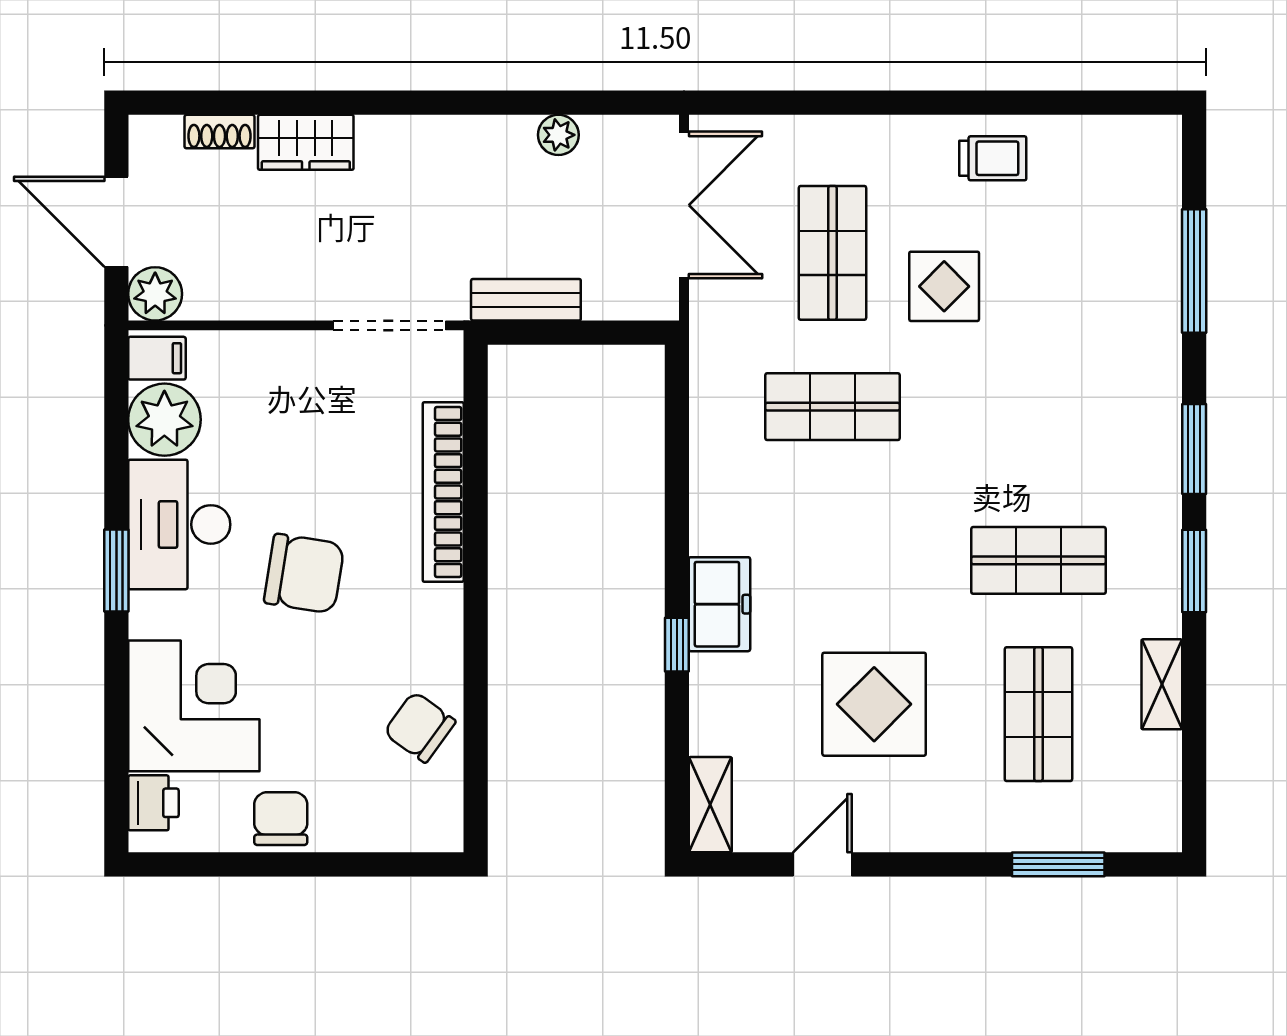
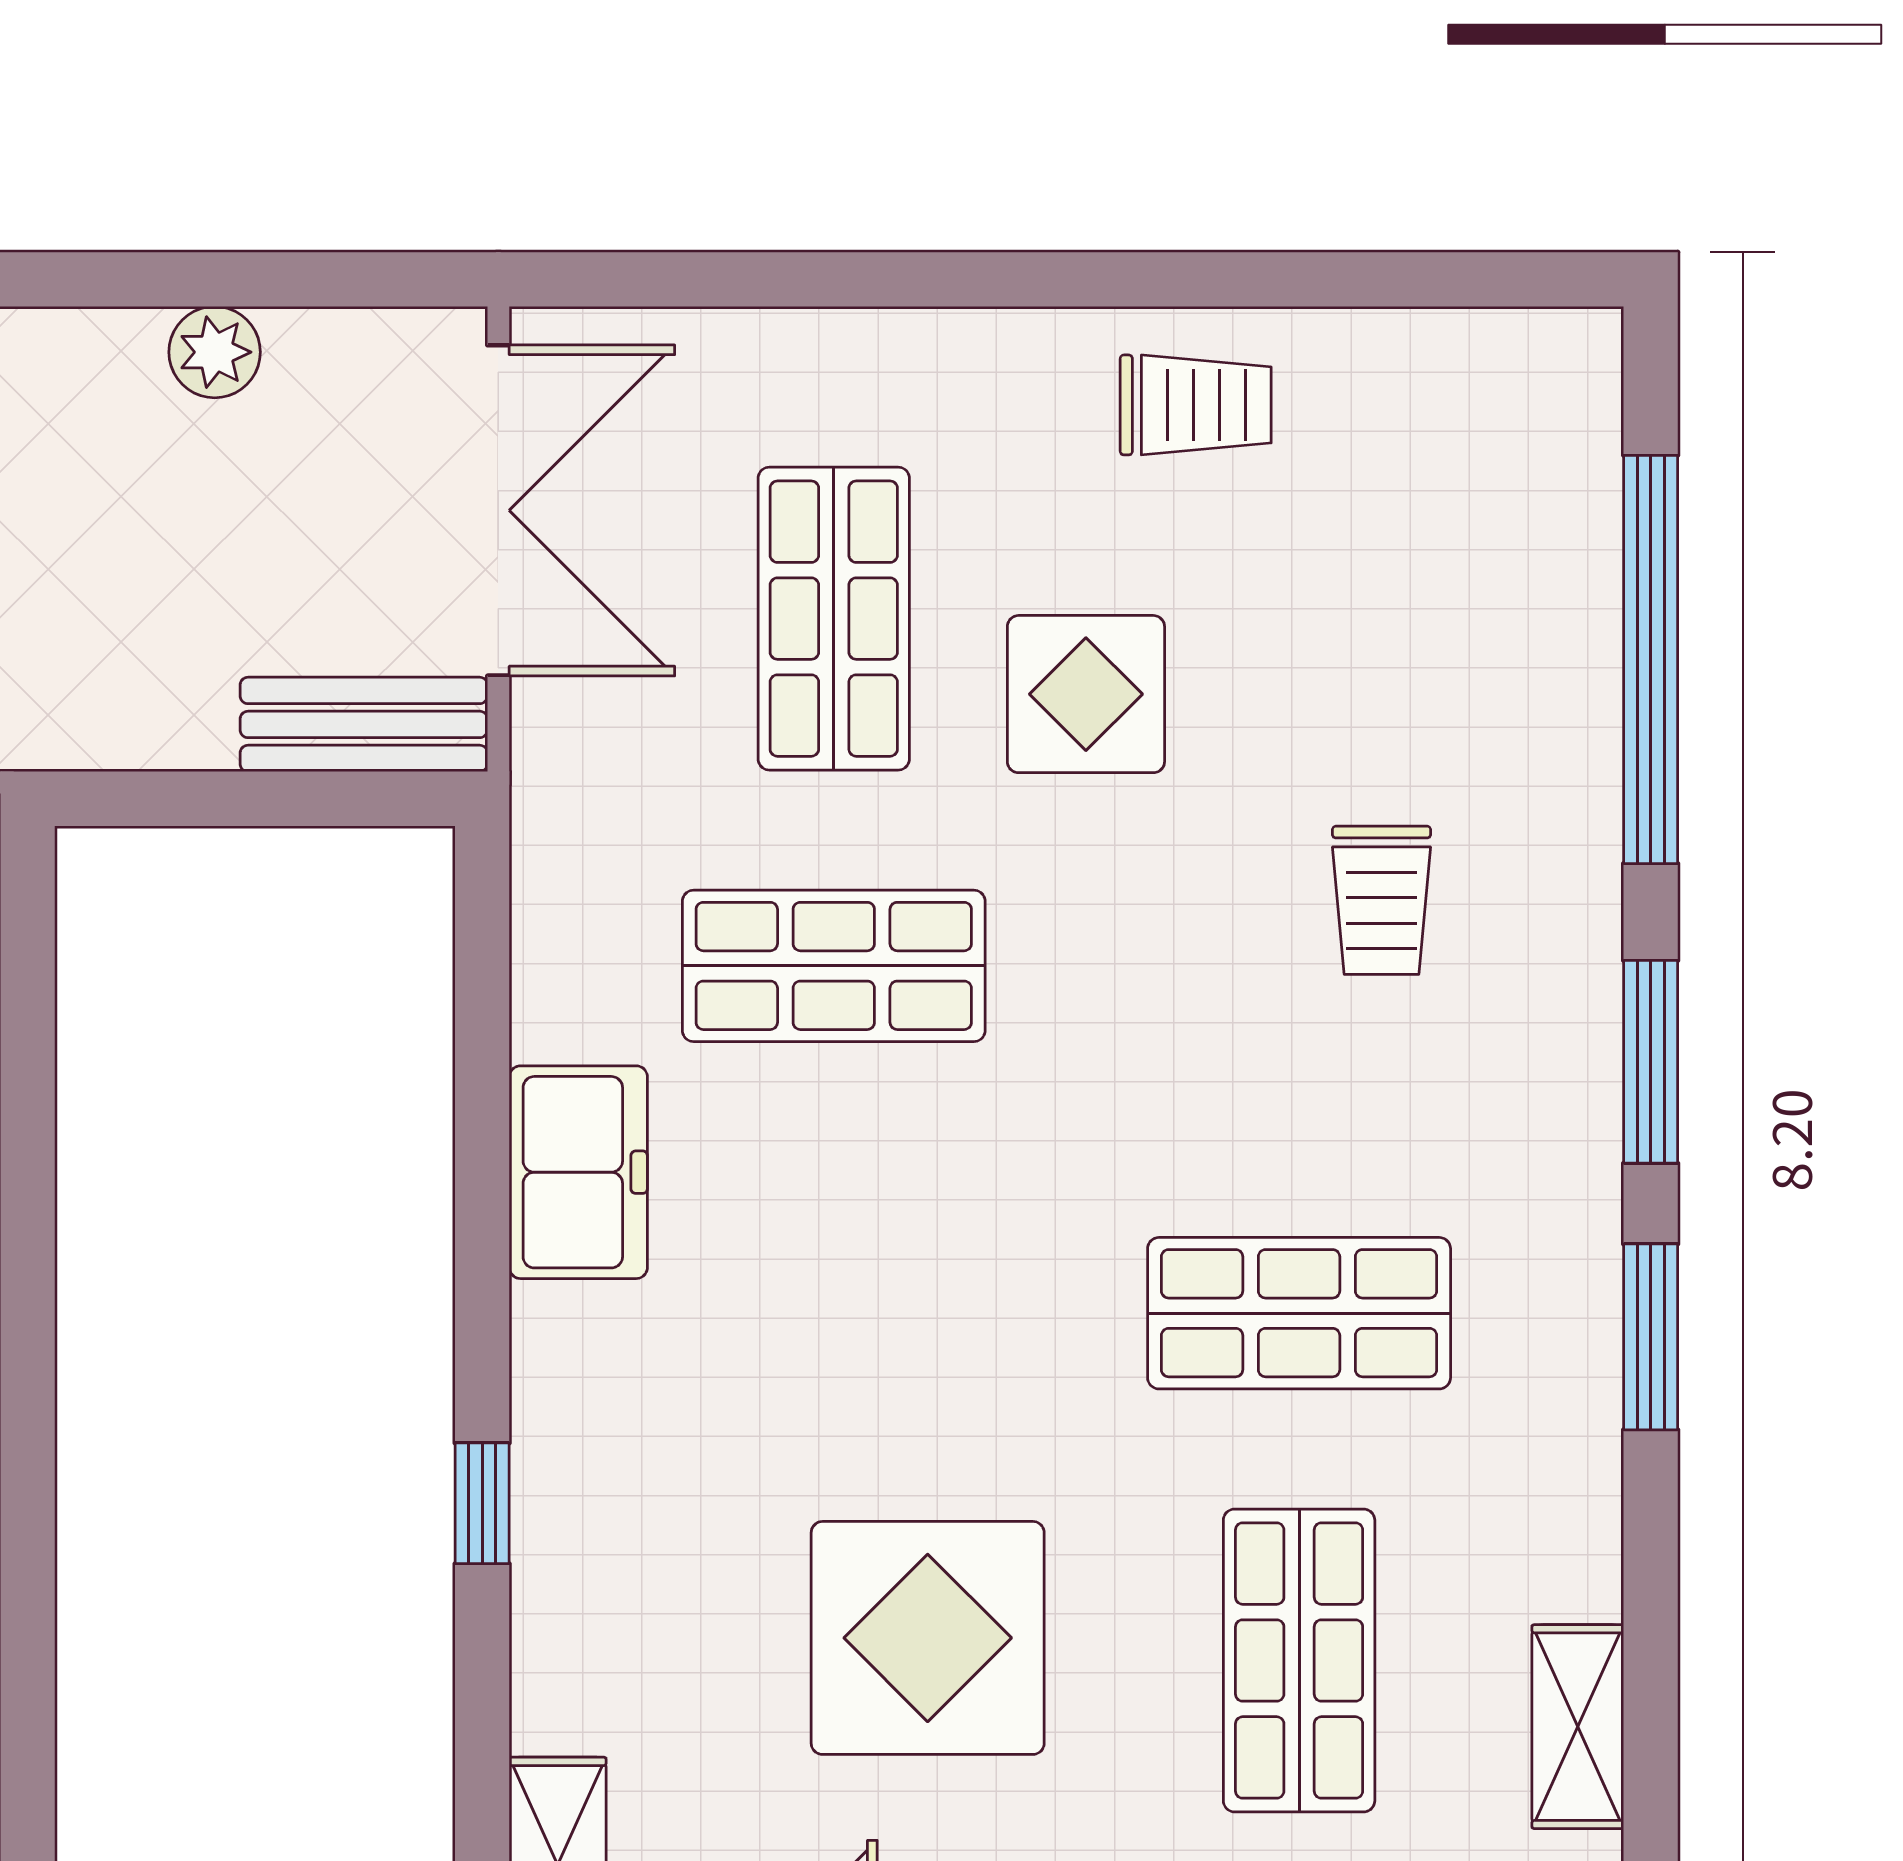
window: (1194, 271) -> (1651, 659), width x1.46
bench: (526, 300) -> (364, 724), moved
trolley: (1075, 378) -> (1382, 900), added
freezer: (719, 604) -> (578, 1172), moved
shelving: (1162, 684) -> (1578, 1727), moved

